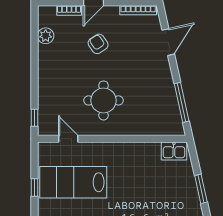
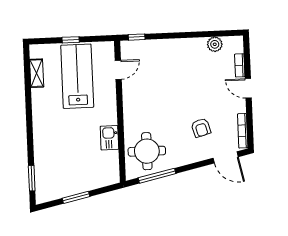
door: (168, 42) -> (226, 157), moved
armchair: (98, 44) -> (201, 128), moved, turned 108
round table: (104, 100) -> (147, 151), moved
kitchen sink: (174, 151) -> (109, 138), moved

